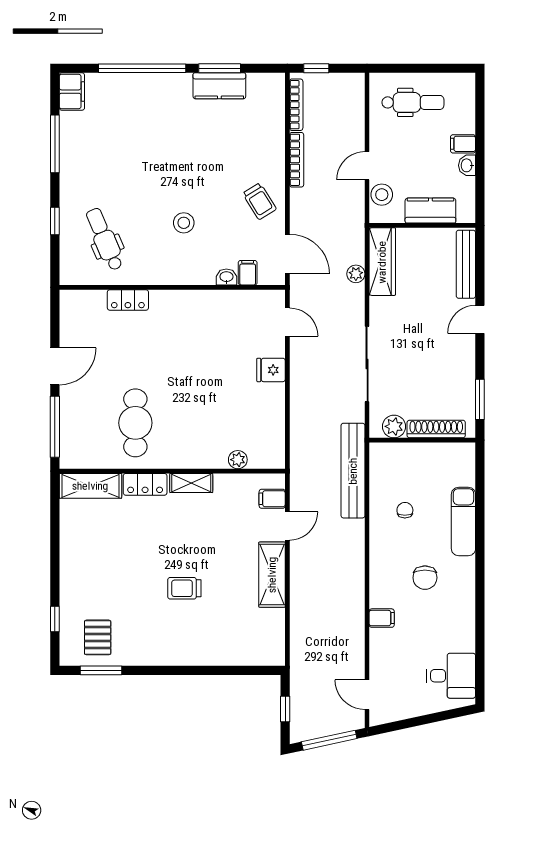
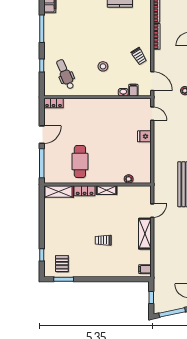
locker: (128, 300) -> (54, 103), moved
filing cabinet: (272, 499) -> (145, 269), moved

